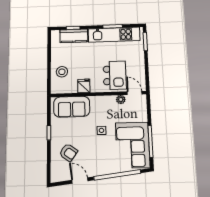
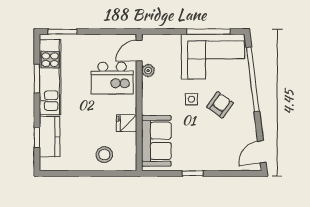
kitchen island: (115, 75) -> (112, 78), turned 180
armchair: (68, 153) -> (220, 105), moved
door: (80, 181) -> (262, 152), moved

